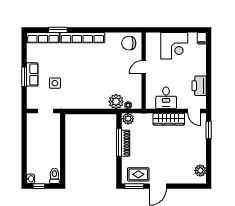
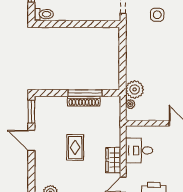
plant: (128, 119) -> (114, 104), removed
wardrobe: (169, 119) -> (113, 160), width x0.67
rug: (138, 174) -> (75, 147), moved

